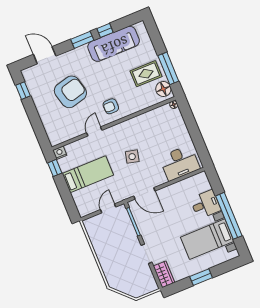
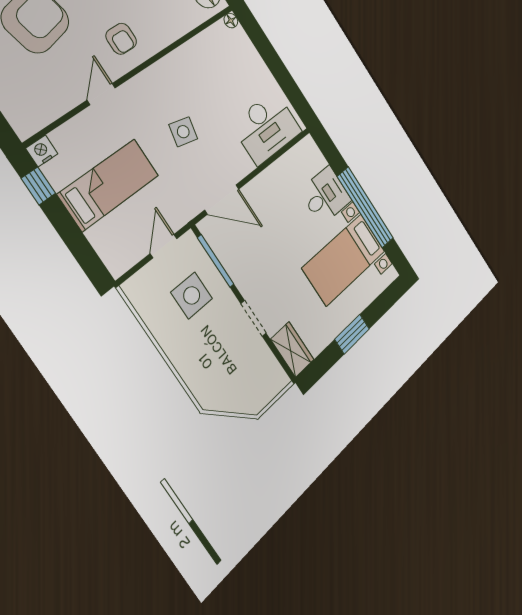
armchair: (111, 106) -> (121, 39), turned -90
side table: (117, 234) -> (192, 295), added

